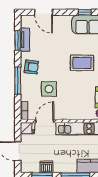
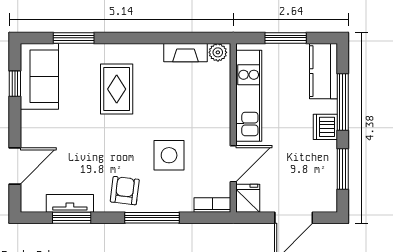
door: (45, 121) -> (233, 164), swing flipped
dishwasher: (47, 167) -> (325, 127), moved

